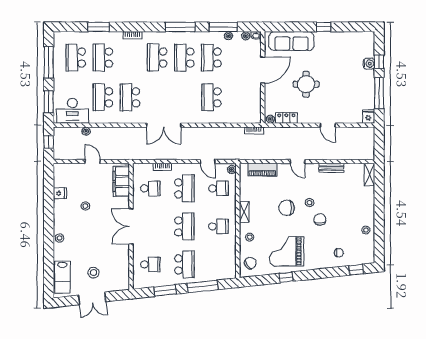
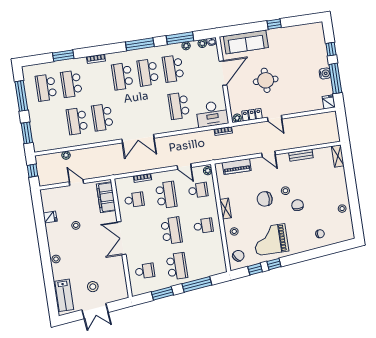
water cooler: (369, 64) -> (325, 73), moved
desk: (72, 111) -> (212, 114), moved
door: (328, 125) -> (275, 118), moved
window: (356, 270) -> (255, 269), moved

